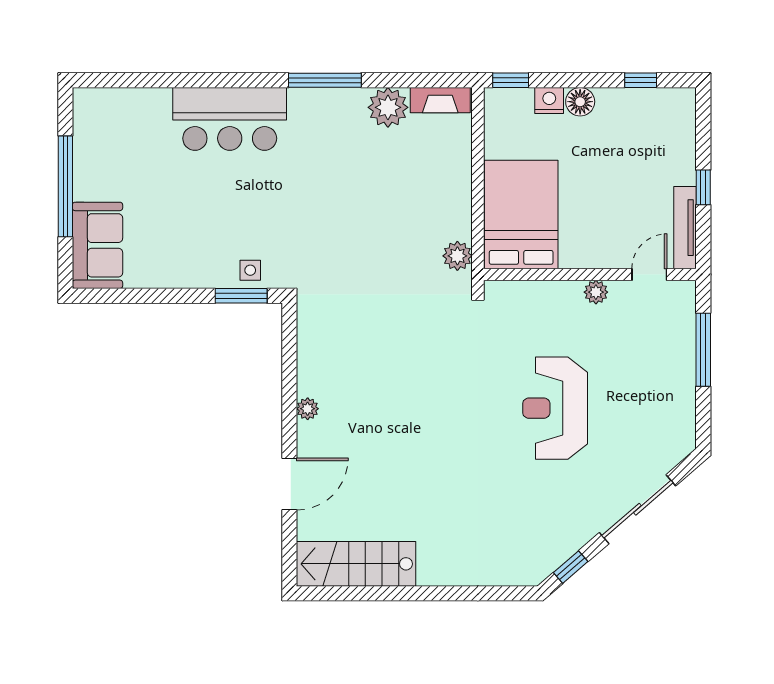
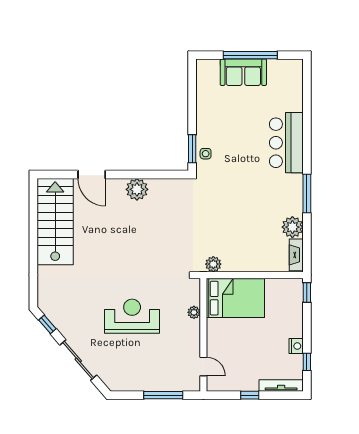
nightstand: (549, 100) -> (296, 346), moved
floor lamp: (580, 102) -> (295, 330), removed
tv unit: (685, 228) -> (281, 385), moved
sofa: (97, 245) -> (243, 72), moved
plant: (596, 292) -> (194, 312), moved
plant: (308, 409) -> (137, 189), width x1.87, depth x1.87
stairs: (356, 564) -> (55, 222), width x1.36, depth x1.51

